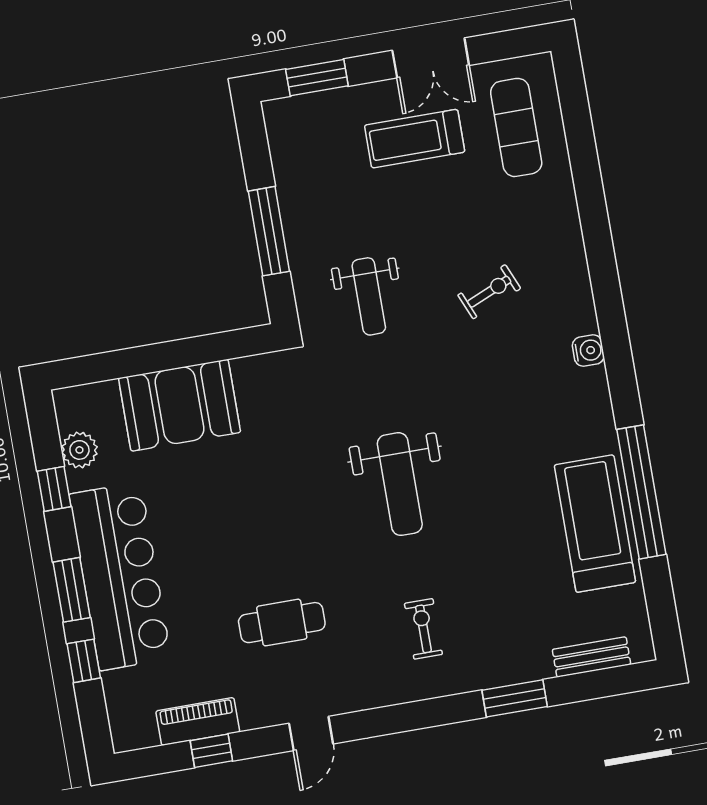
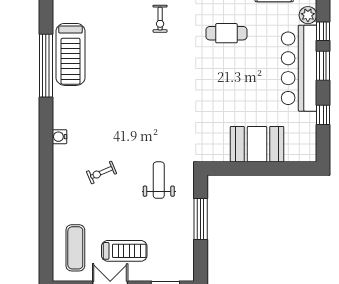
plant: (79, 450) -> (308, 15), moved
weight bench: (400, 484) -> (159, 89), removed

